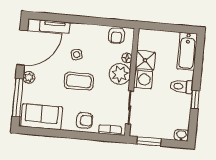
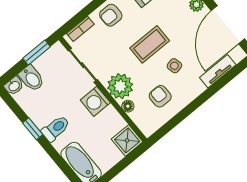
armchair: (117, 36) -> (160, 96), moved
shower: (145, 60) -> (127, 140), moved
bidet: (167, 129) -> (32, 78), added

